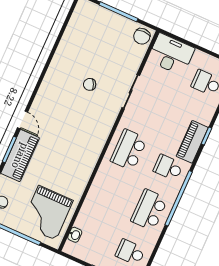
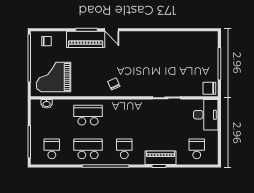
chair: (90, 84) -> (114, 84), moved
door: (23, 120) -> (112, 30), hinge flipped
piano: (192, 142) -> (161, 158), moved
school desk: (129, 150) -> (88, 115), moved

